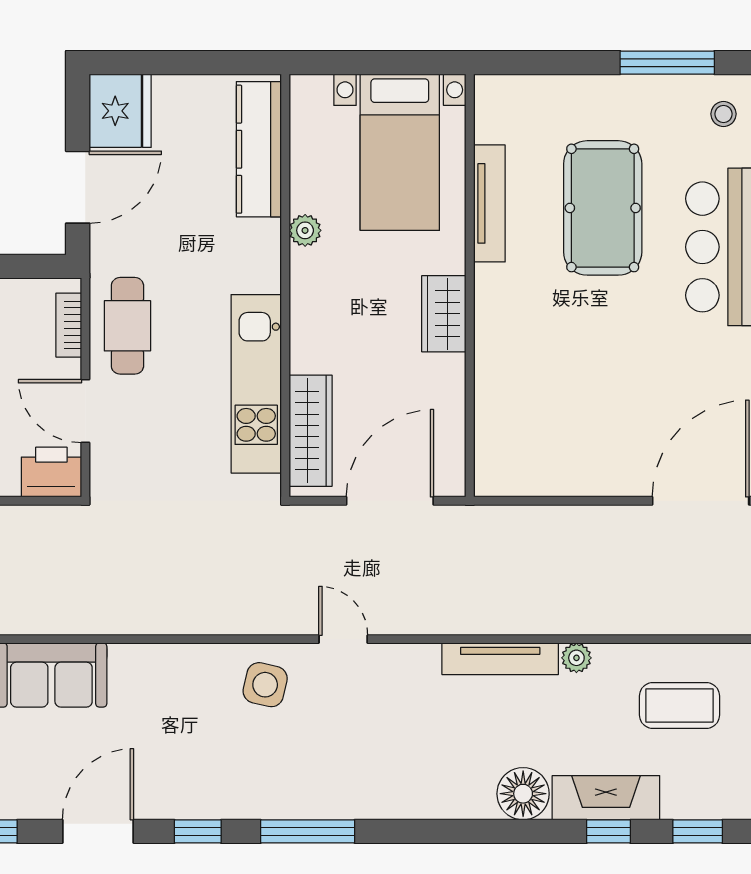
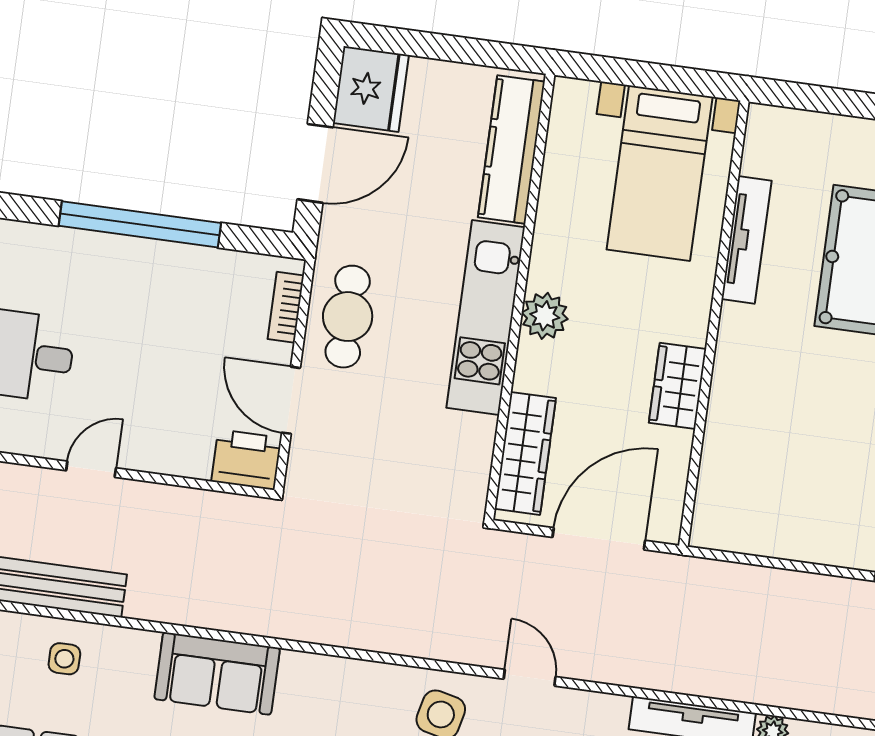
plant: (305, 230) -> (545, 316), moved, width x1.38, depth x1.38
wardrobe: (444, 314) -> (678, 386), moved
kitchen unit: (256, 384) -> (486, 318), moved

